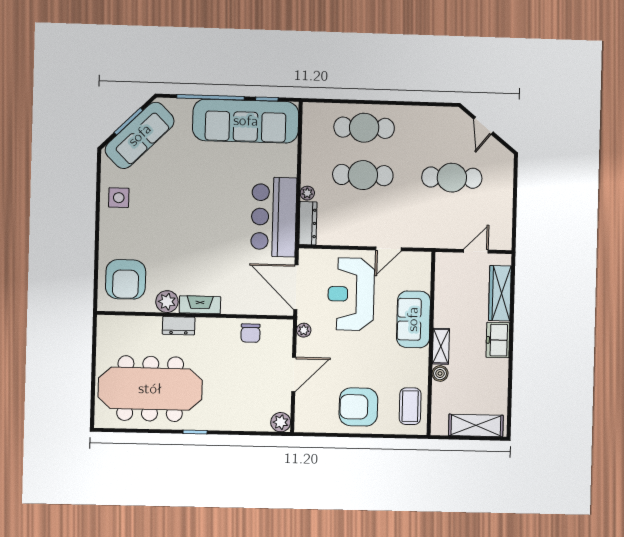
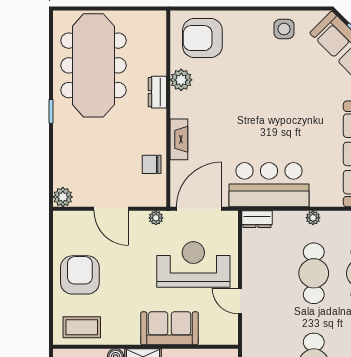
plant: (307, 193) -> (313, 218), moved
dresser: (308, 223) -> (257, 219), width x0.70
fireplace: (200, 305) -> (179, 139), moved

